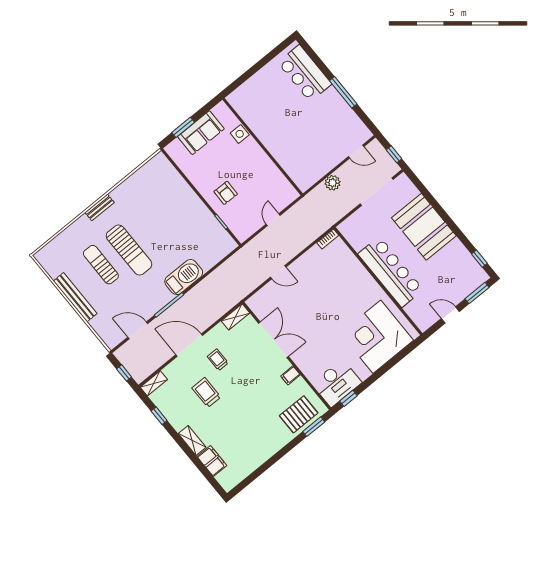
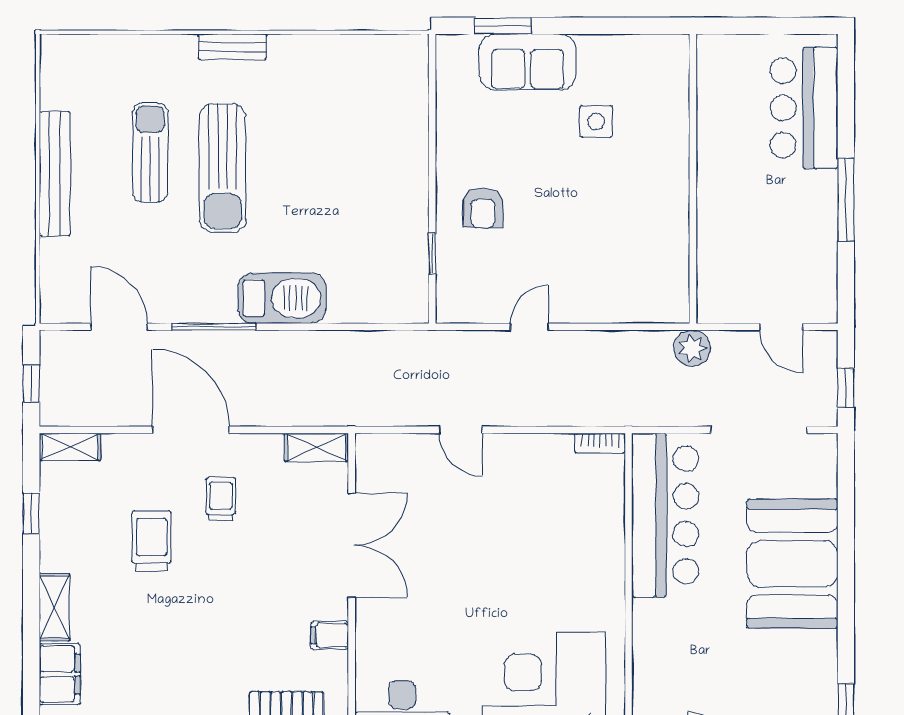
wall: (263, 147) -> (693, 179), moved
bar counter: (391, 272) -> (665, 515), moved

